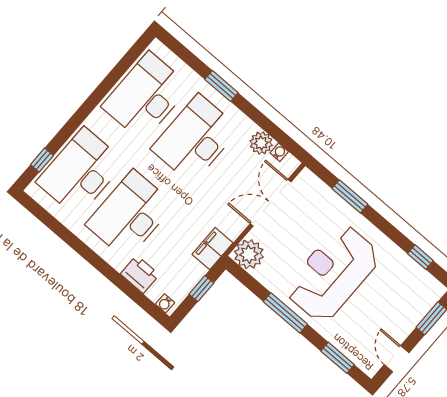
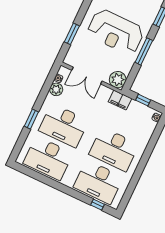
printer: (140, 274) -> (145, 135), removed

